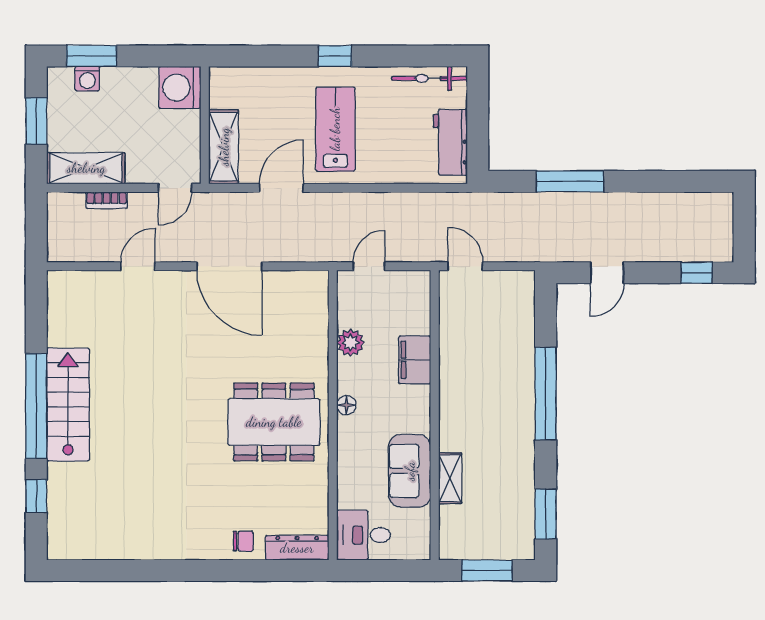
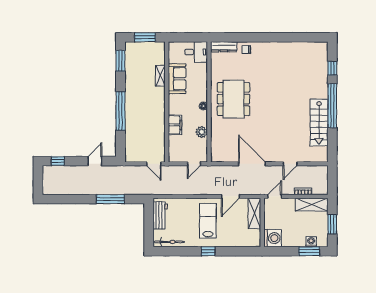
lab bench: (335, 129) -> (208, 221), turned 180
stairs: (68, 405) -> (319, 122), moved
dining table: (274, 422) -> (233, 99), turned 90

